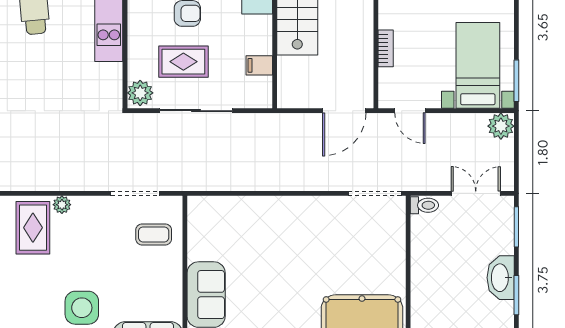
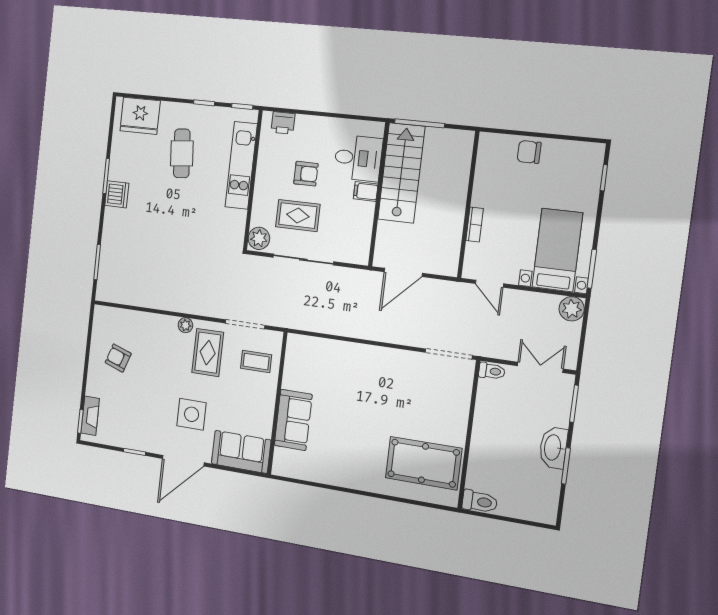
filing cabinet: (259, 65) -> (366, 191), moved
door: (344, 111) -> (403, 272), moved
rug: (33, 228) -> (208, 353), moved

